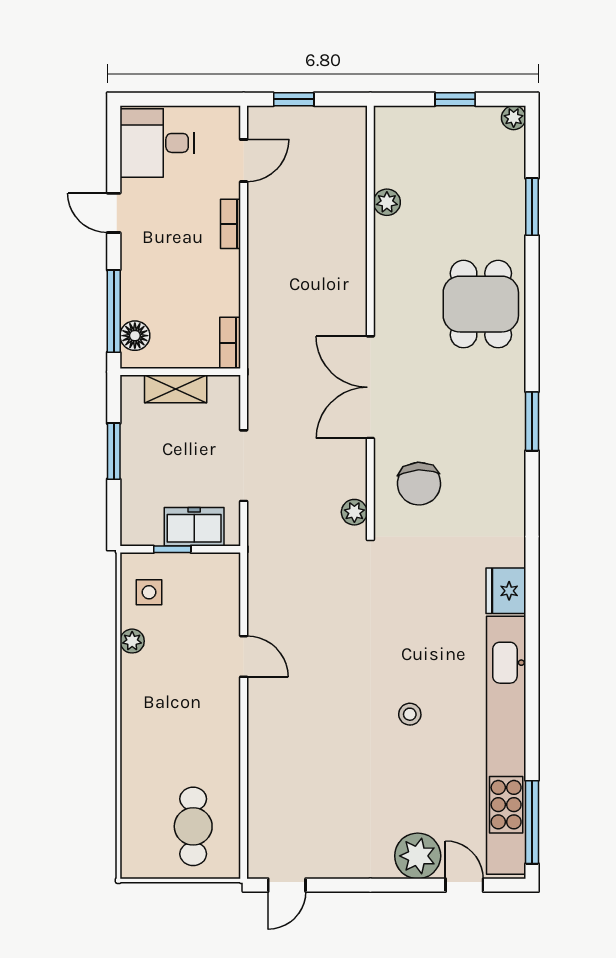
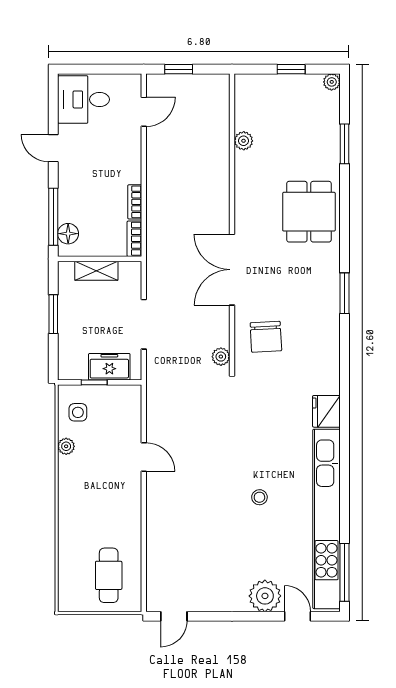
bookcase: (231, 224) -> (135, 202), moved

